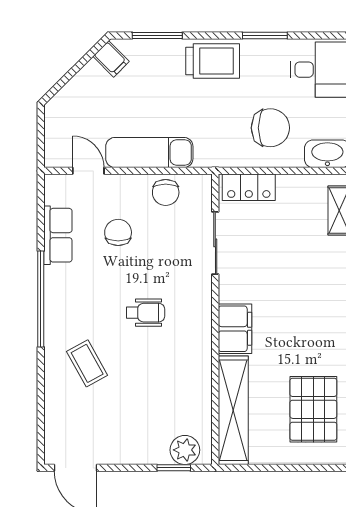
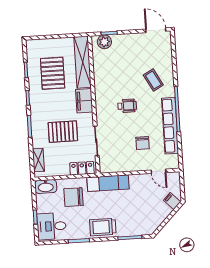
filing cabinet: (111, 59) -> (172, 201), moved
exam couch: (149, 152) -> (108, 183), moved
chair: (166, 192) -> (121, 163), removed
row of seats: (58, 235) -> (170, 126), width x2.02
pallet: (284, 267) -> (63, 132), added
wheelchair: (145, 313) -> (127, 106), turned 180
pallet: (313, 409) -> (53, 73), moved

